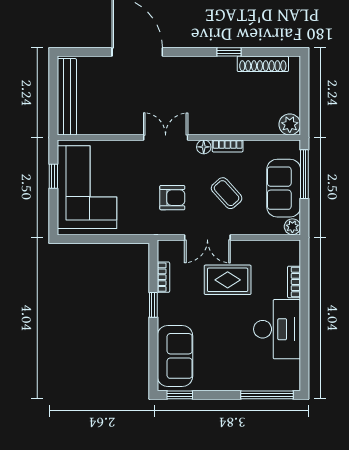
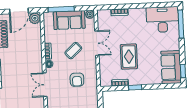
door: (304, 96) -> (19, 11), added
armchair: (172, 198) -> (77, 80), turned 180
double door: (207, 237) -> (97, 43), moved
rug: (228, 280) -> (129, 57), moved
desk: (277, 329) -> (162, 20), moved
sofa: (175, 356) -> (171, 67), moved, turned -90

